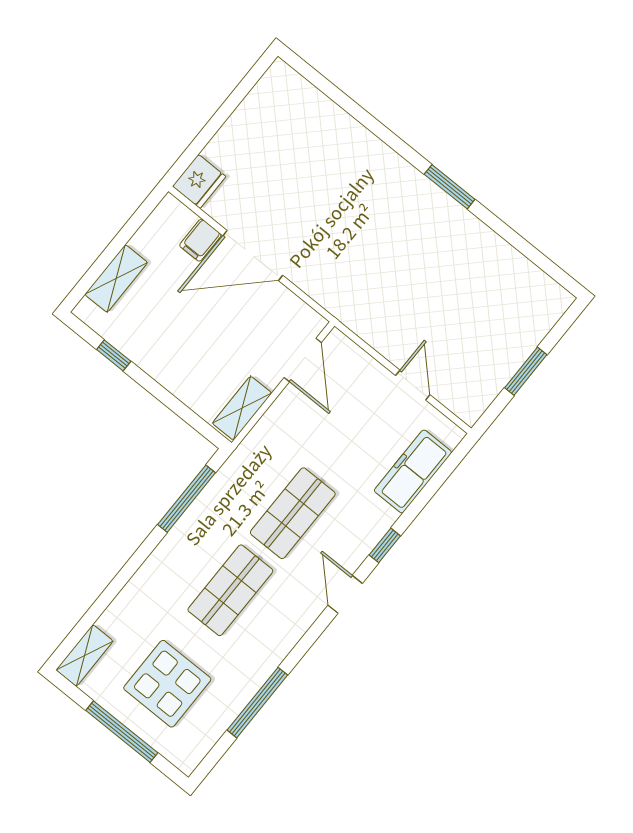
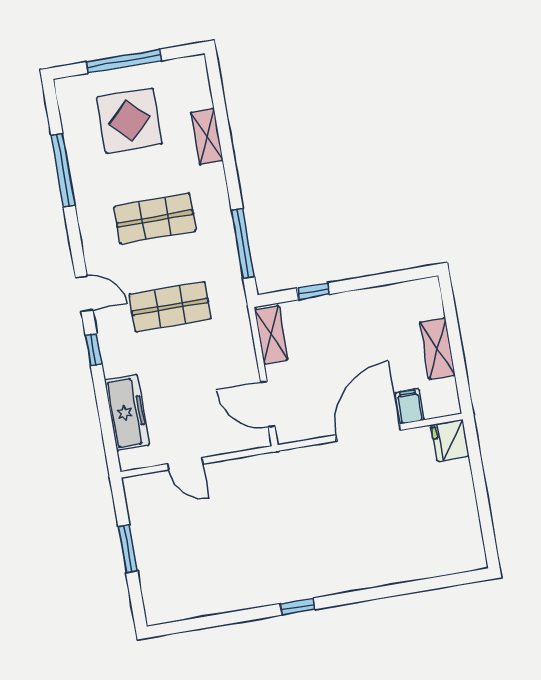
window: (450, 187) -> (298, 606), width x0.67
shelving: (116, 278) -> (437, 349), moved
window: (114, 355) -> (313, 291), moved
shop shelf: (293, 513) -> (170, 307), turned 90
shop shelf: (230, 590) -> (155, 219), turned 90
shelving: (85, 655) -> (207, 137), moved

